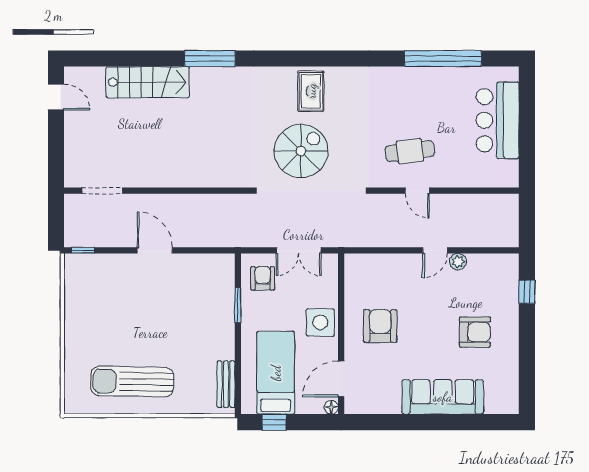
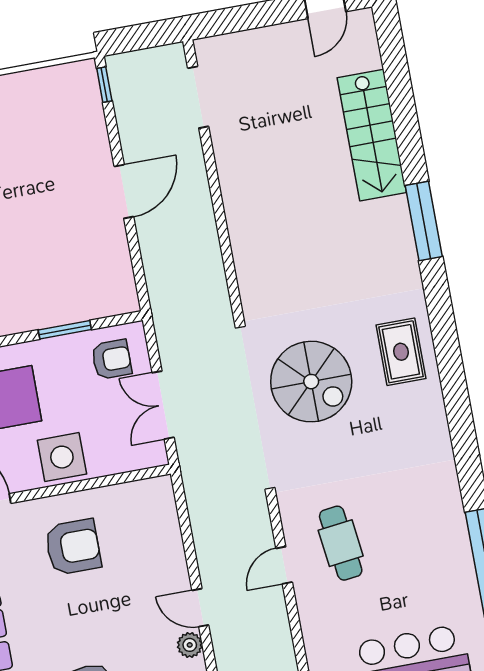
rug: (311, 91) -> (401, 352), moved, turned 90

